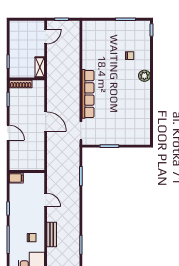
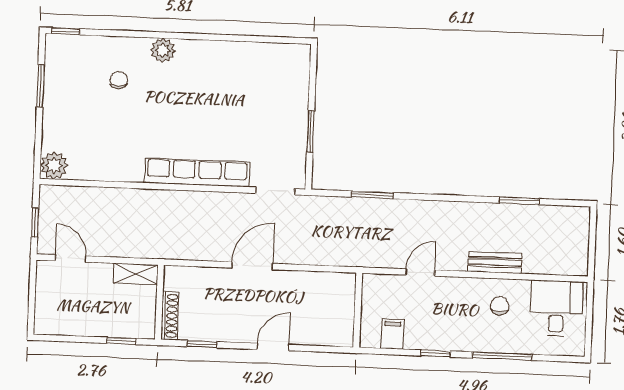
plant: (89, 27) -> (54, 165), added
filing cabinet: (16, 178) -> (392, 334), moved

